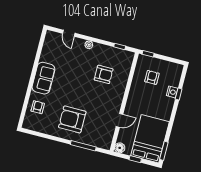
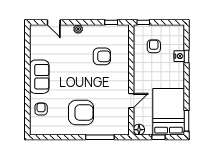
armchair: (72, 119) -> (81, 113), turned 180

